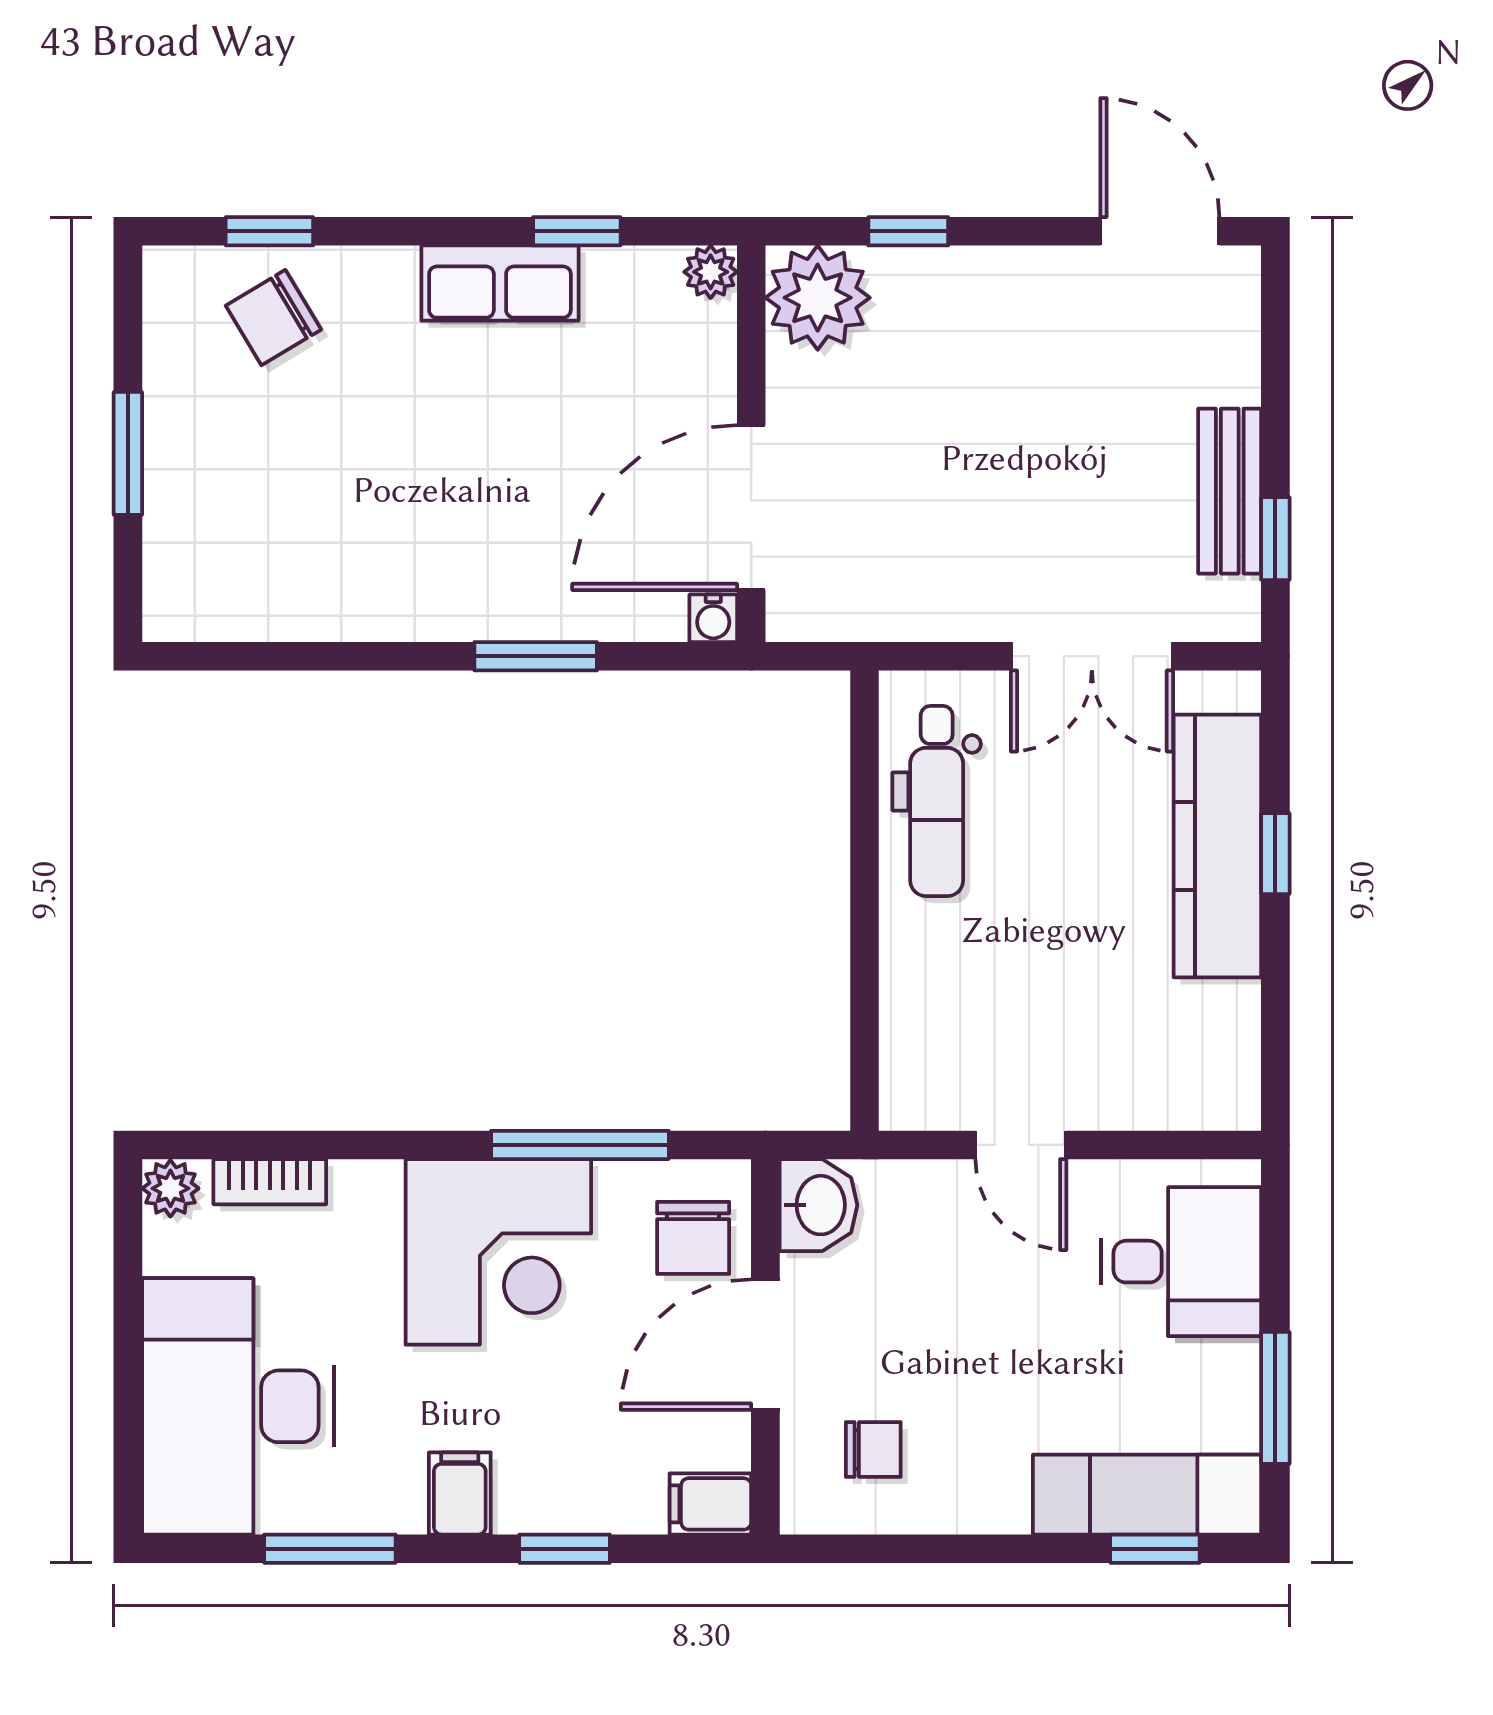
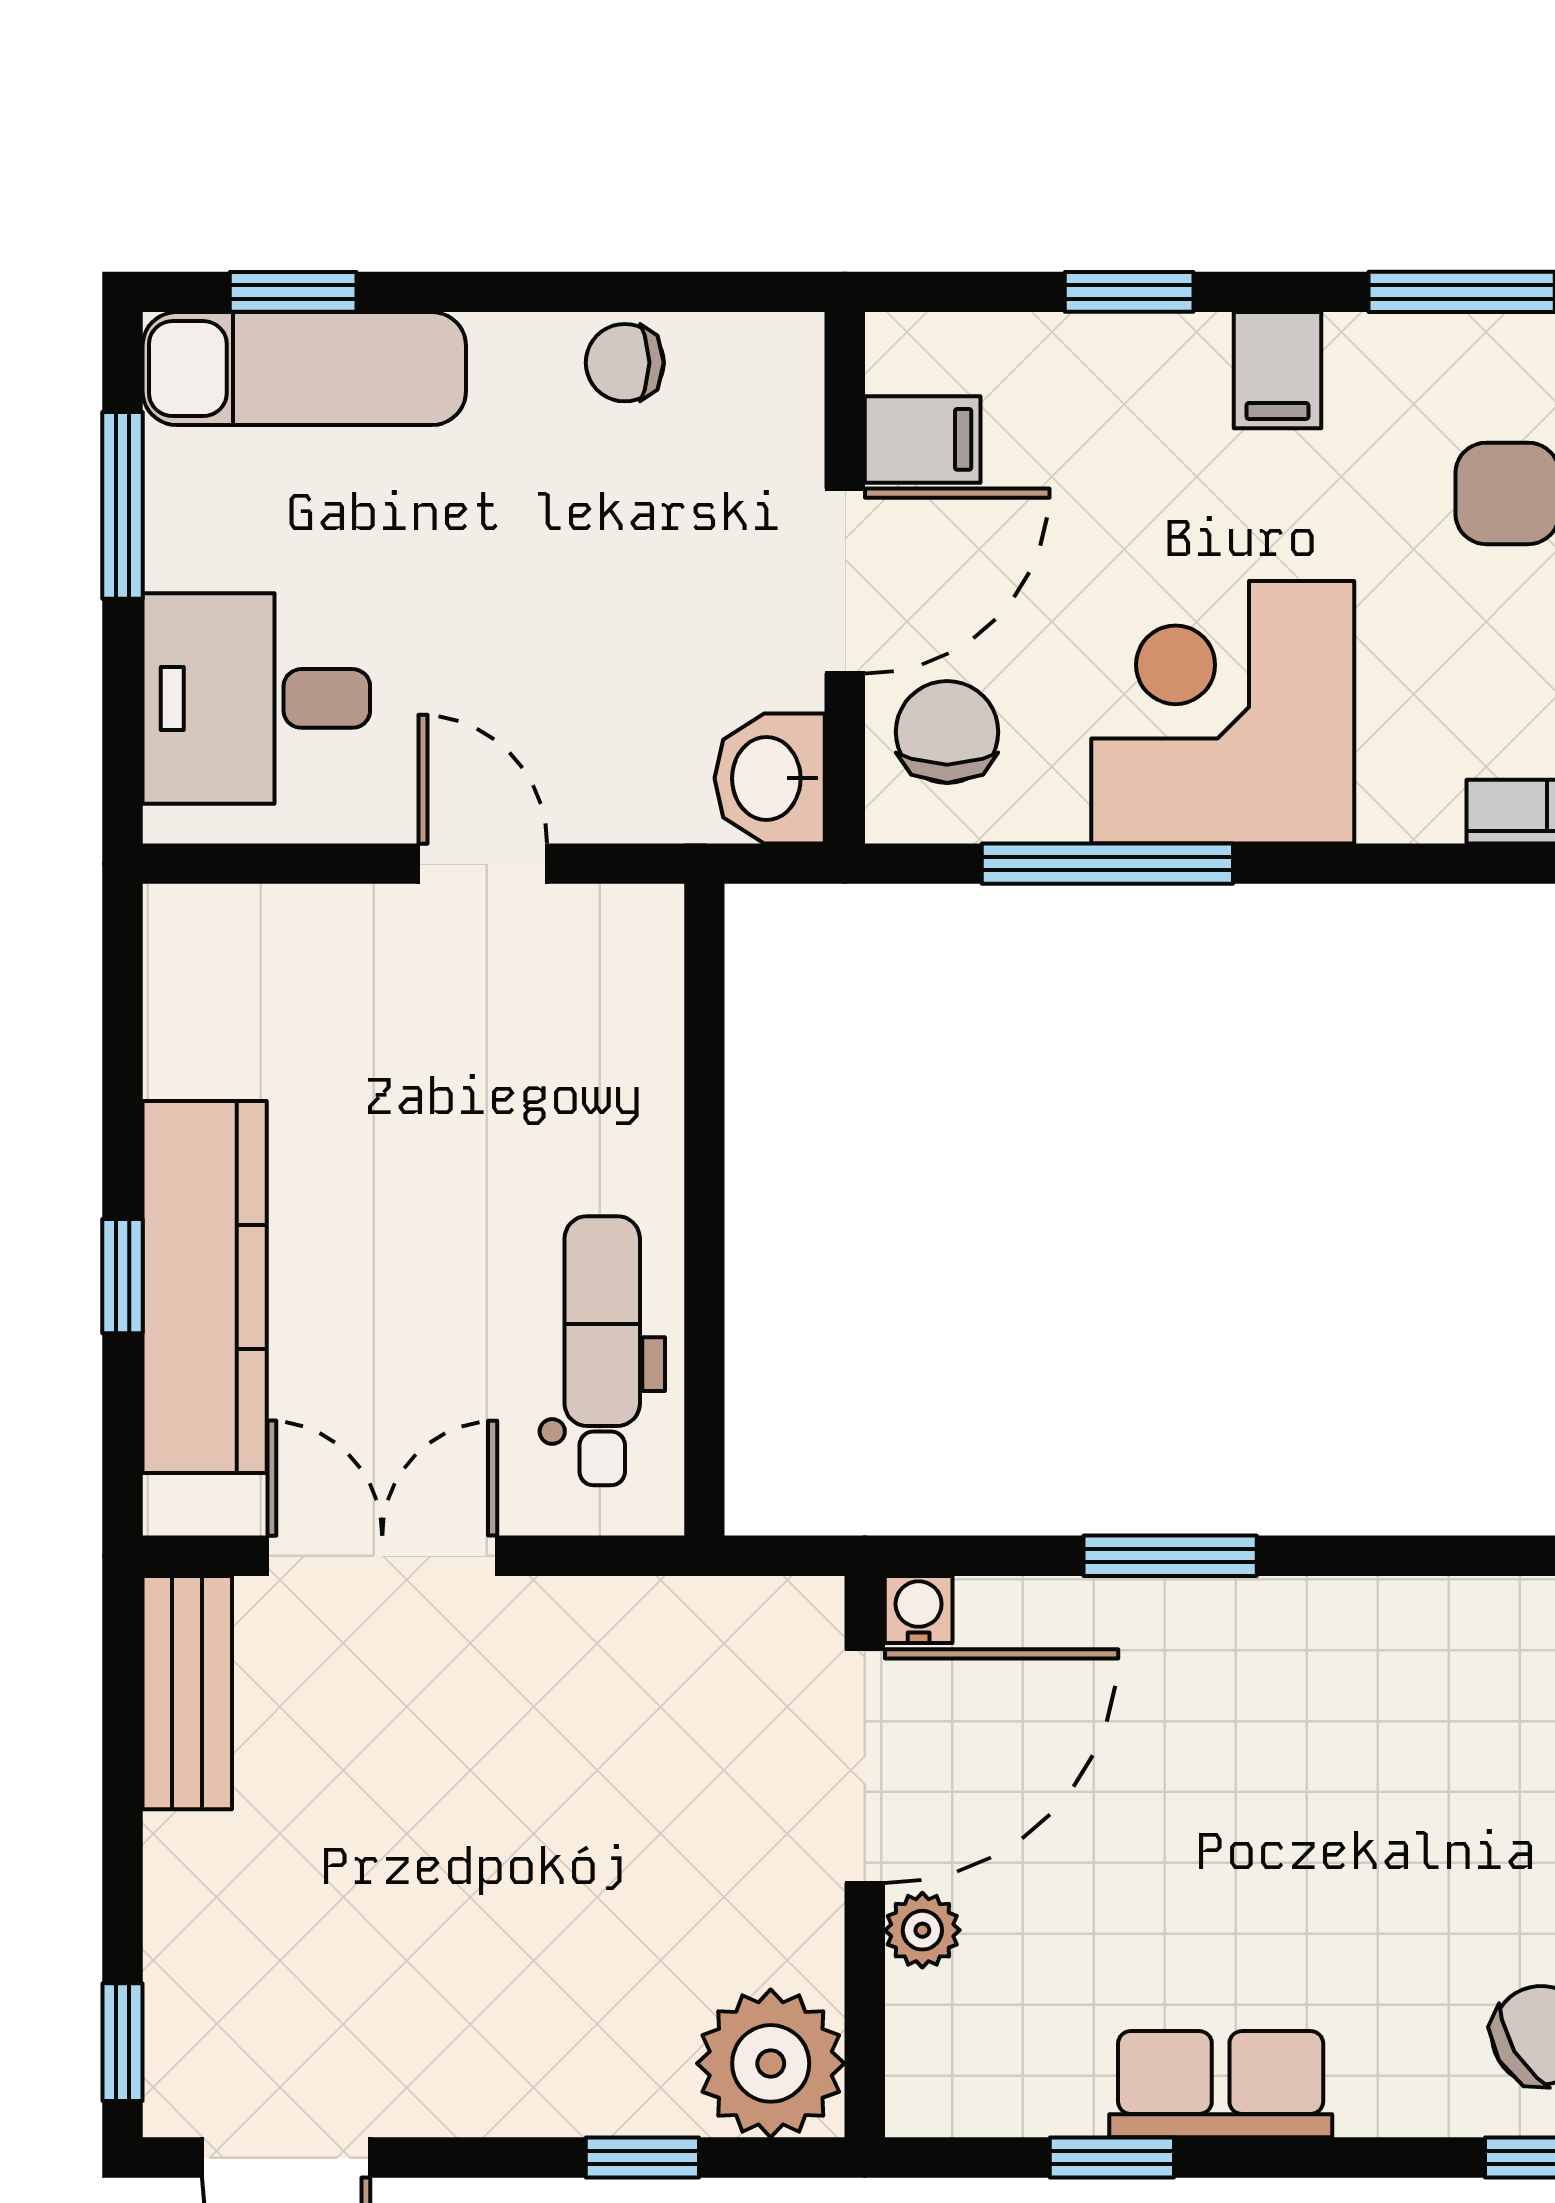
plant: (711, 272) -> (922, 1930), moved
bench: (1230, 491) -> (187, 1693), moved
window: (1275, 539) -> (123, 2042), moved
chair: (873, 1449) -> (625, 363), moved
filing cabinet: (710, 1504) -> (923, 439), moved

